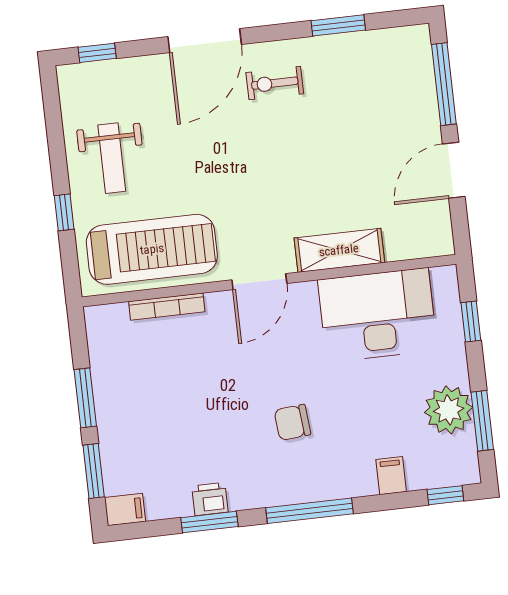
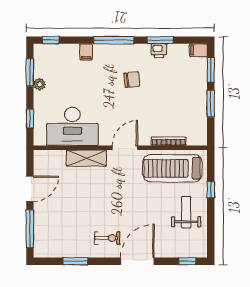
plant: (449, 410) -> (39, 84), width x0.53, depth x0.53
chair: (292, 422) -> (132, 80), moved
filing cabinet: (391, 476) -> (86, 52), moved

